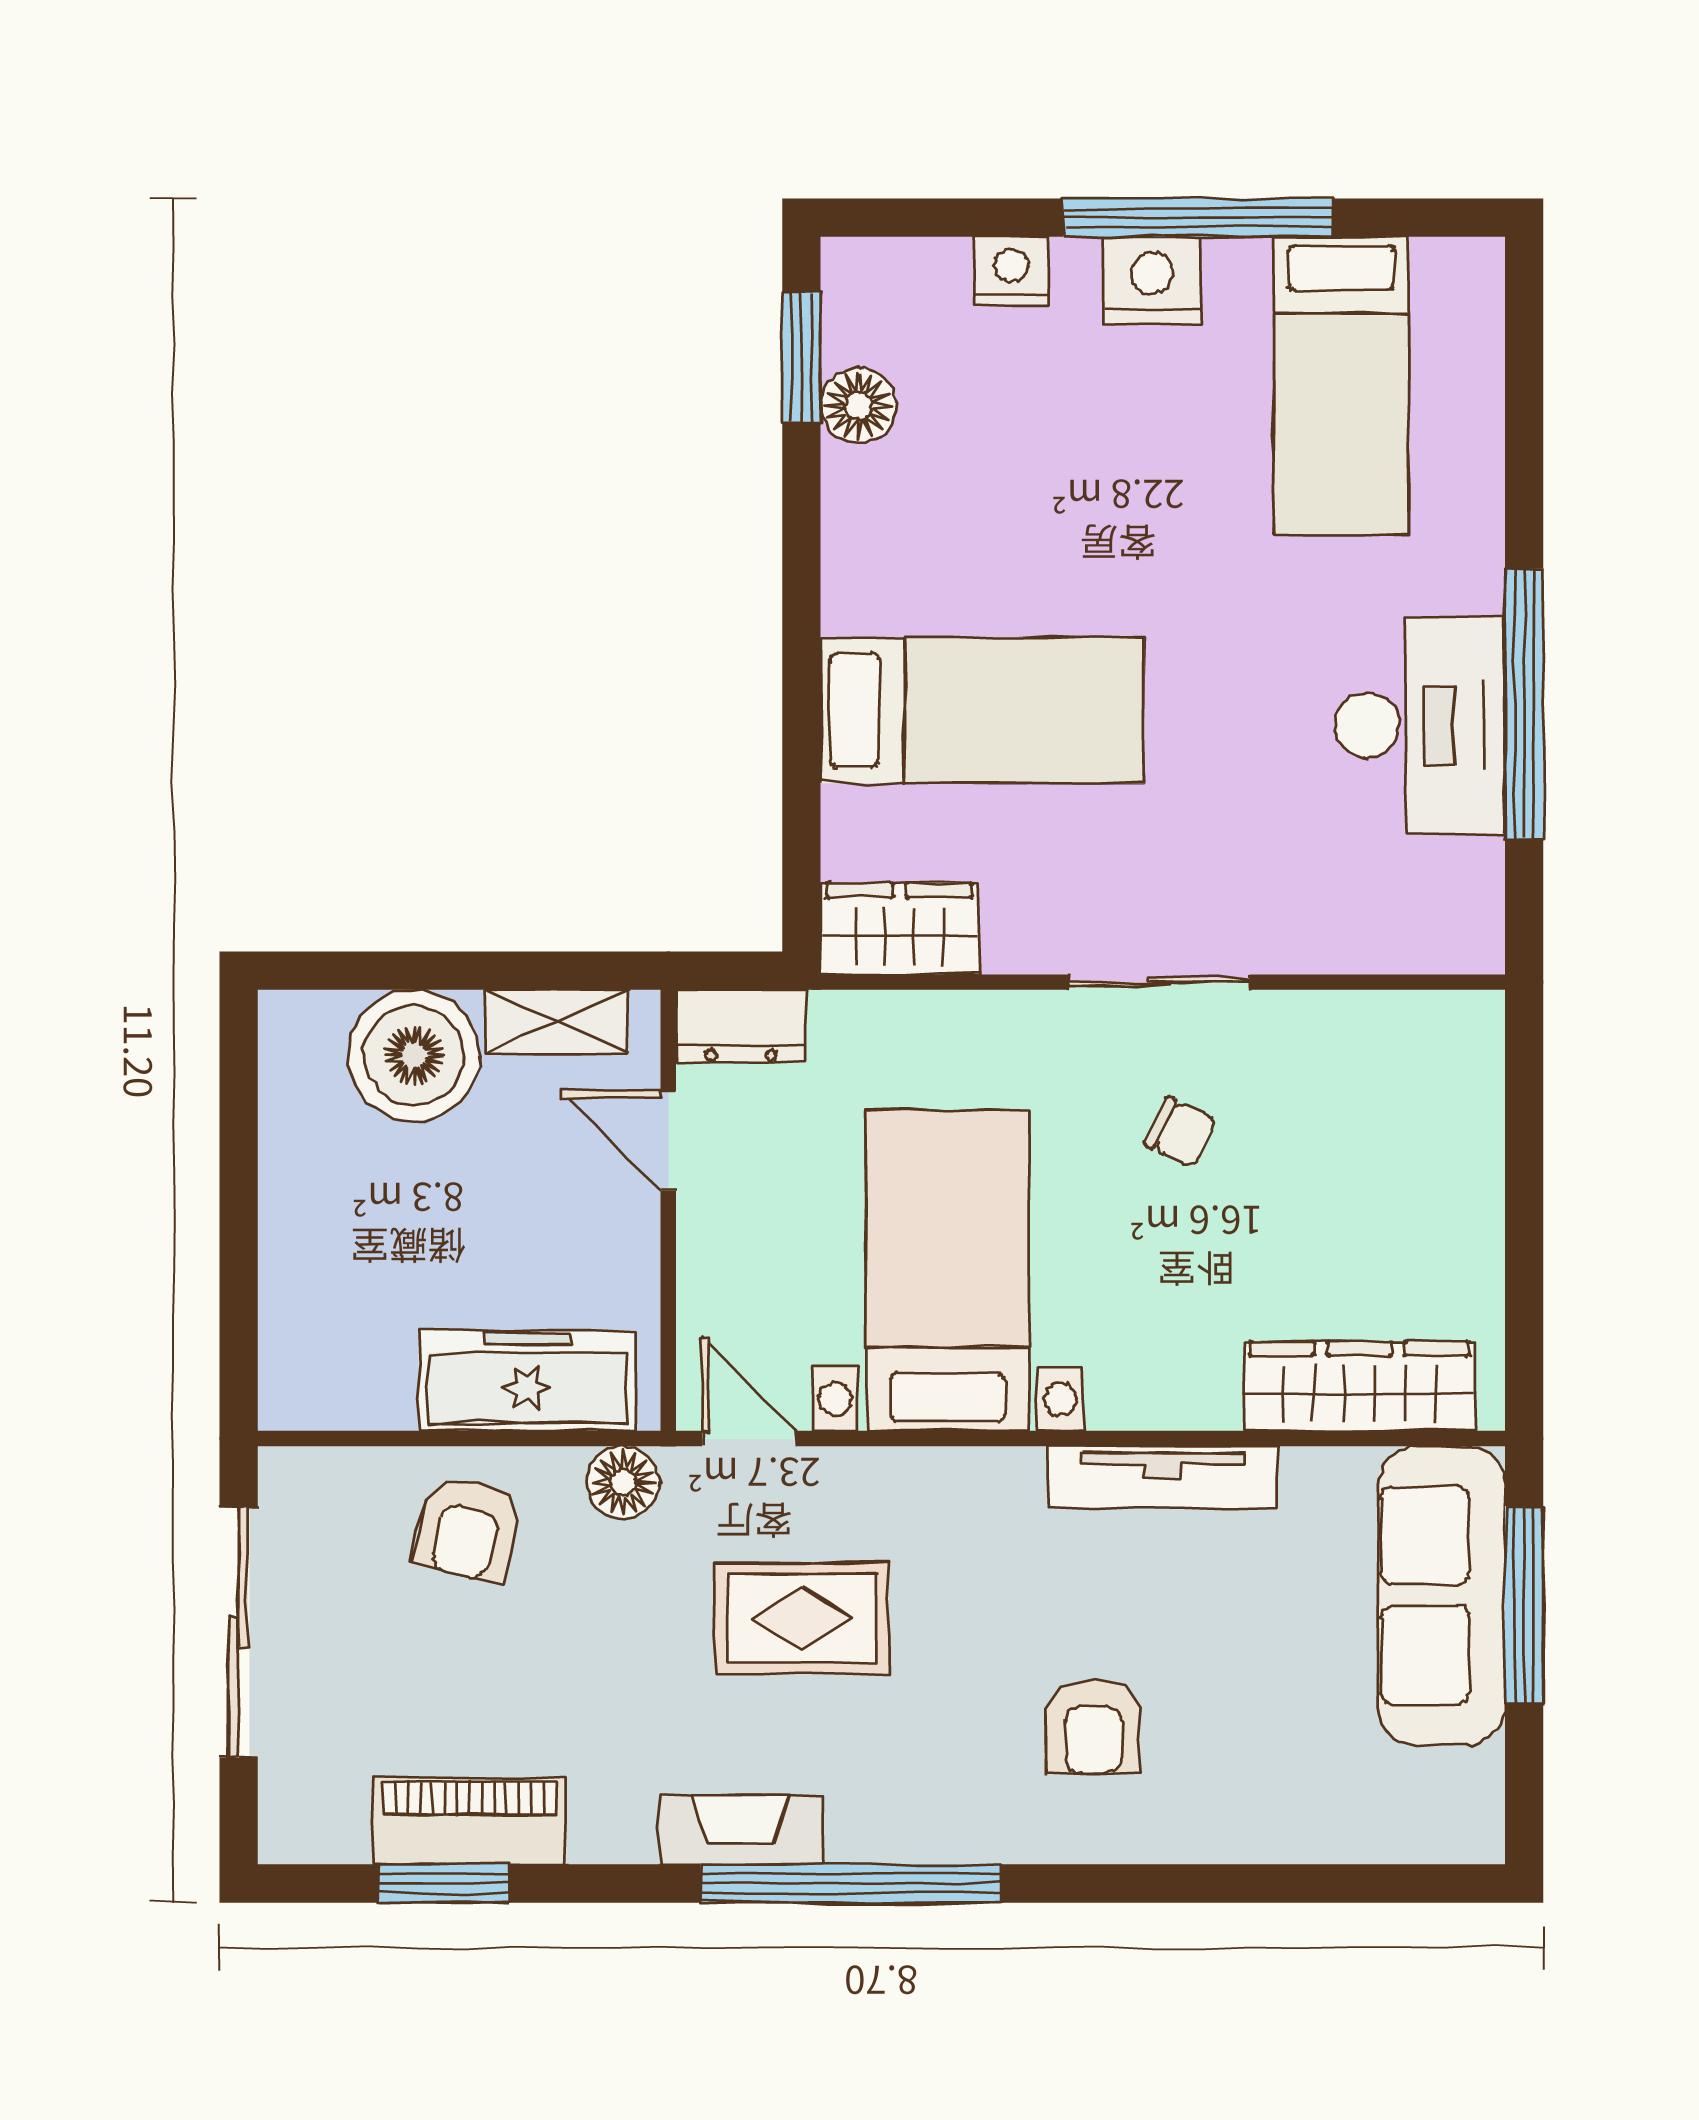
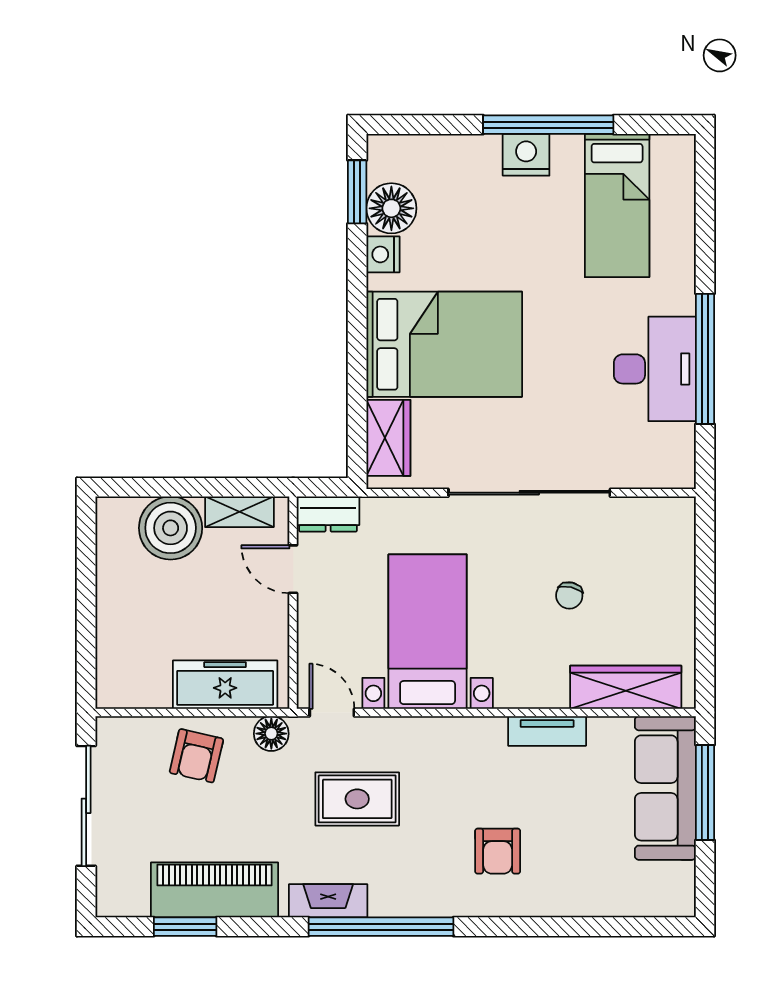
nightstand: (1011, 271) -> (383, 254), moved, turned -90
floor lamp: (858, 406) -> (391, 208), width x1.38, depth x1.38
bed: (982, 710) -> (444, 344), width x1.50
wardrobe: (900, 929) -> (388, 438), moved, turned 90
sliding door: (1159, 982) -> (529, 493), width x1.86
chair: (1180, 1132) -> (569, 595), moved, turned 78
tv unit: (1163, 1477) -> (547, 731), width x0.71
piano: (470, 1821) -> (215, 890), width x1.37, depth x1.33

